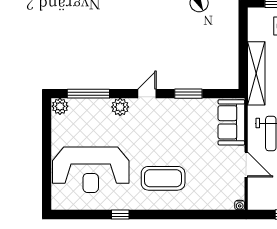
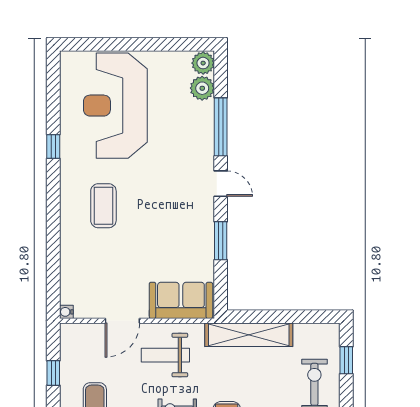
window: (88, 94) -> (221, 127), moved
plant: (120, 107) -> (202, 88), moved
coffee table: (163, 178) -> (103, 206), width x0.73, depth x0.76

